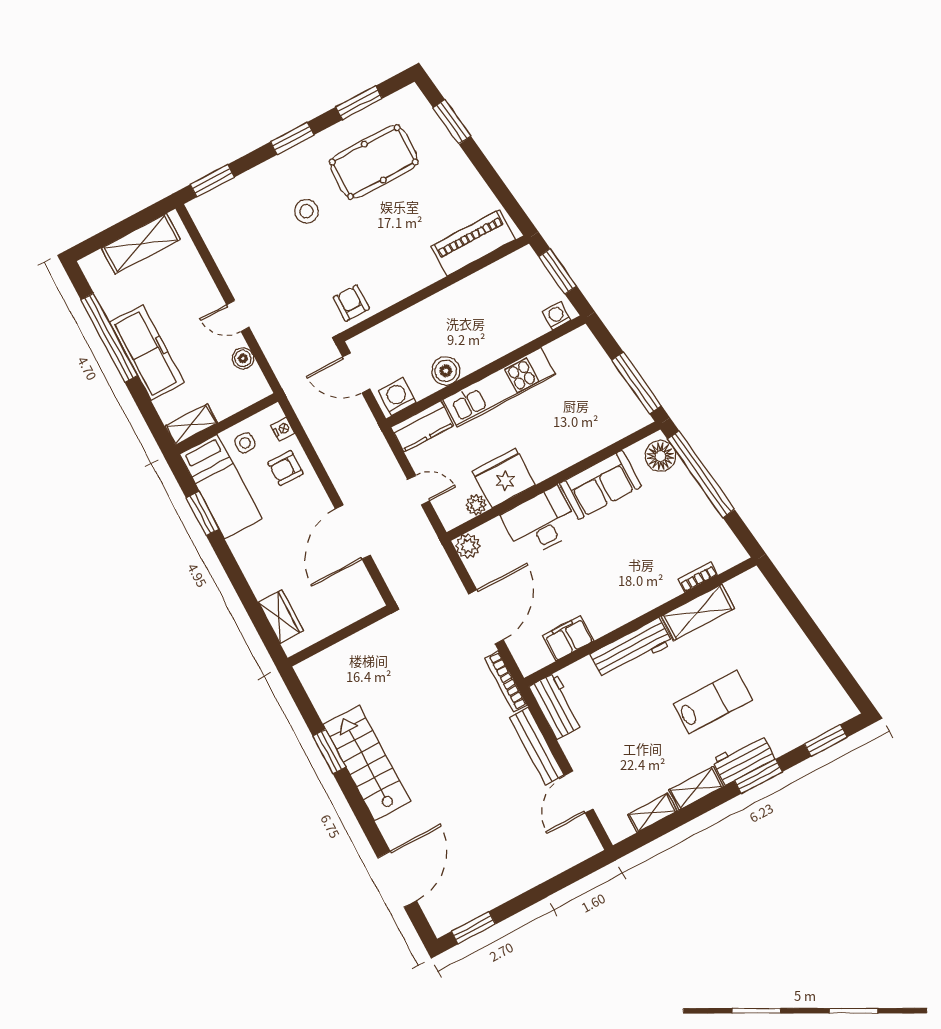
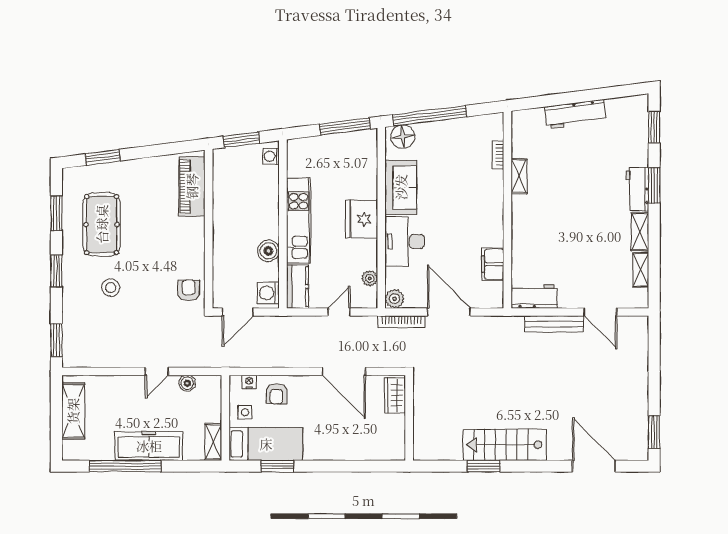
armchair: (351, 303) -> (189, 290), turned 90
fridge: (504, 478) -> (362, 219), moved
shelving: (698, 612) -> (519, 176), width x0.67, depth x0.75
wardrobe: (281, 617) -> (395, 395), moved, turned -90
workbench: (632, 649) -> (575, 114), moved, turned 83
bookcase: (506, 682) -> (401, 322), moved
lab bench: (713, 702) -> (588, 190), removed

